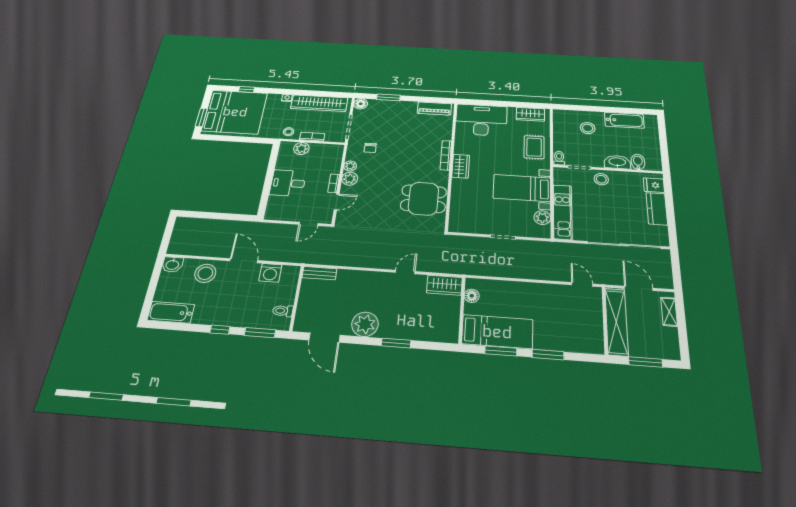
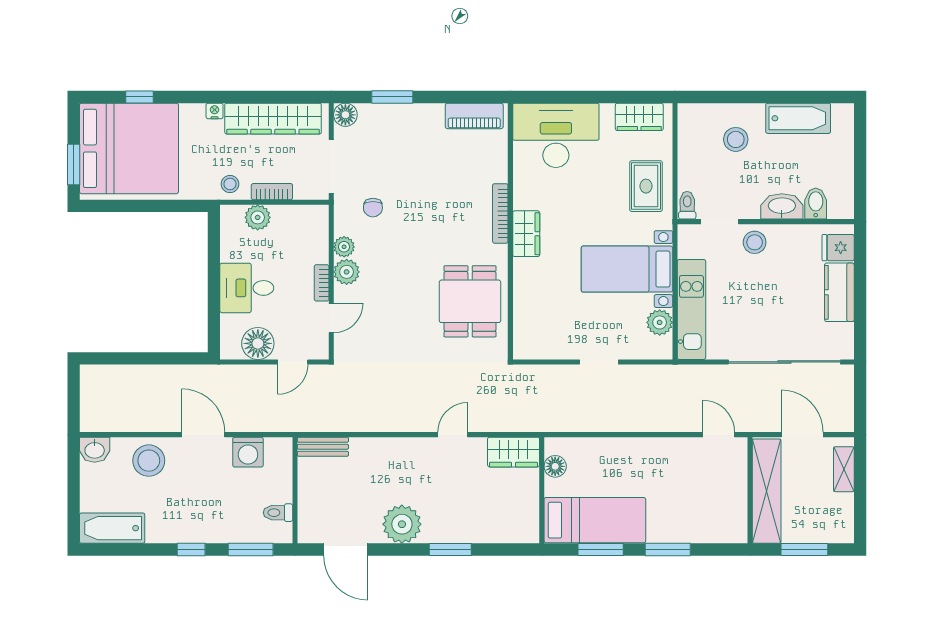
dining table: (423, 199) -> (470, 301), turned 90
floor lamp: (289, 213) -> (258, 343), added

